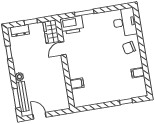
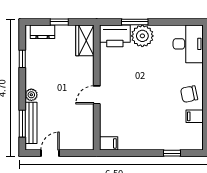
plant: (91, 22) -> (142, 36), added
chair: (129, 48) -> (189, 94), moved
door: (62, 49) -> (97, 95), moved
filing cabinet: (77, 84) -> (109, 143), moved
door: (40, 116) -> (50, 153), hinge flipped

